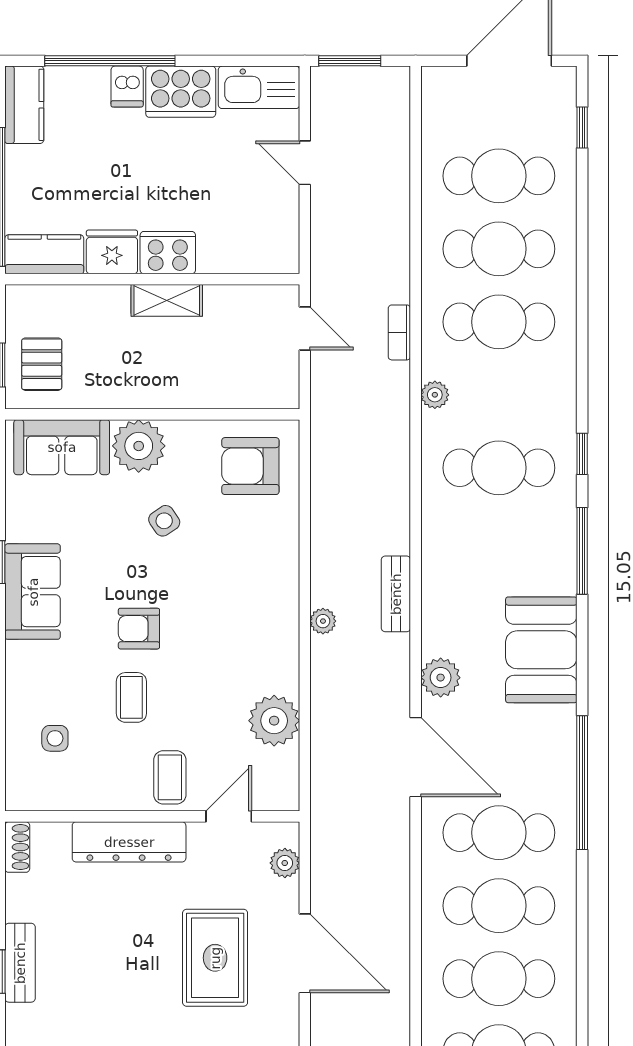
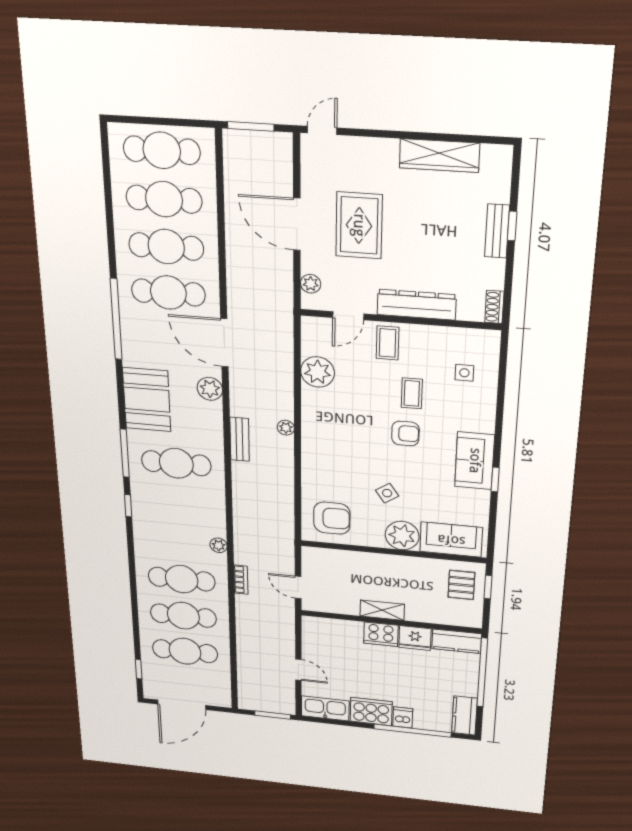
cafe table: (499, 468) -> (176, 463), moved

